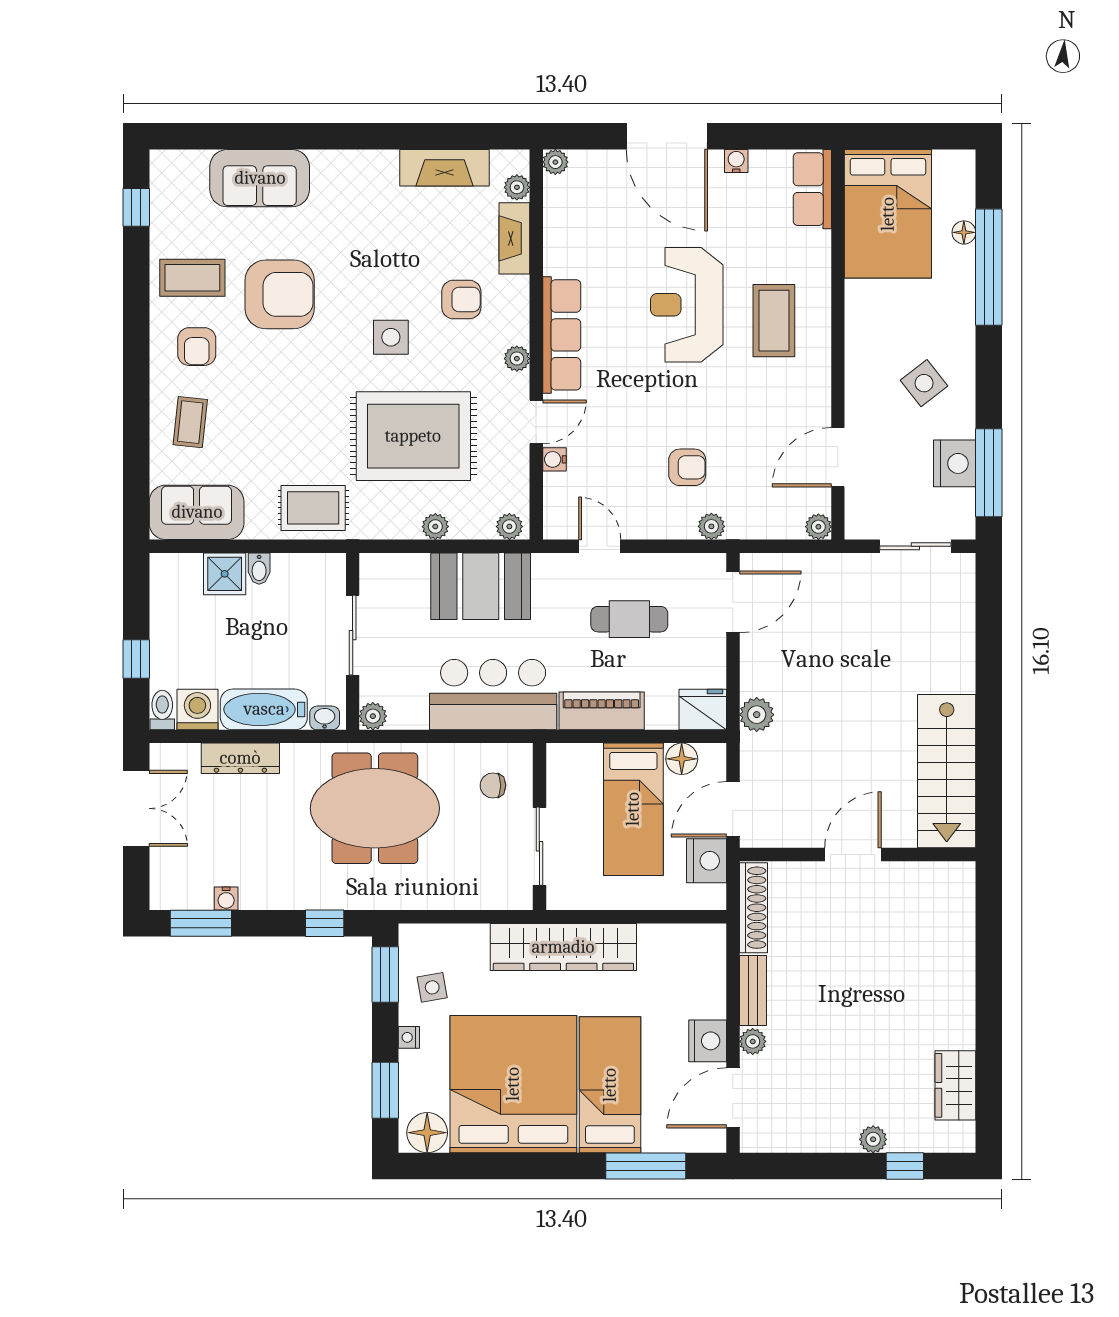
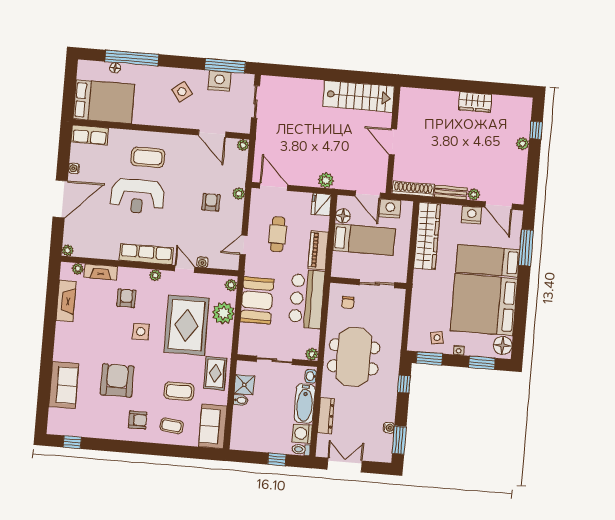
coffee table: (192, 278) -> (179, 391), moved, turned 90
plant: (435, 527) -> (223, 313), width x1.88, depth x1.88
shower: (225, 574) -> (244, 385), moved
wardrobe: (563, 947) -> (427, 236), moved
wardrobe: (955, 1085) -> (475, 102), moved

